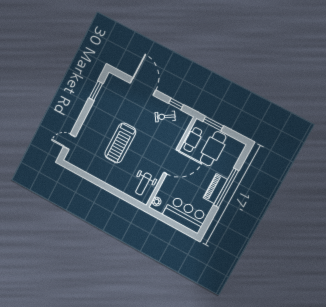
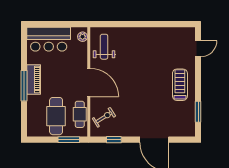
exercise bike: (165, 117) -> (104, 117), moved
treadmill: (120, 143) -> (180, 85), moved, width x0.73, depth x0.73
door: (171, 162) -> (89, 83), swing flipped
window: (226, 188) -> (24, 86), width x0.68

